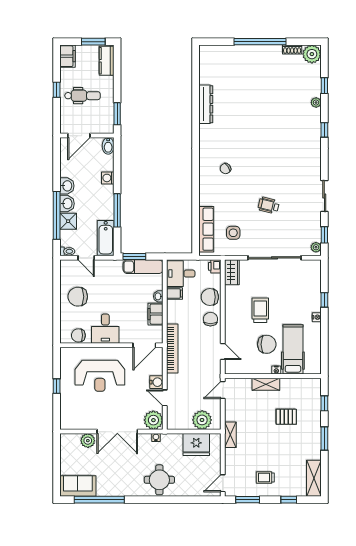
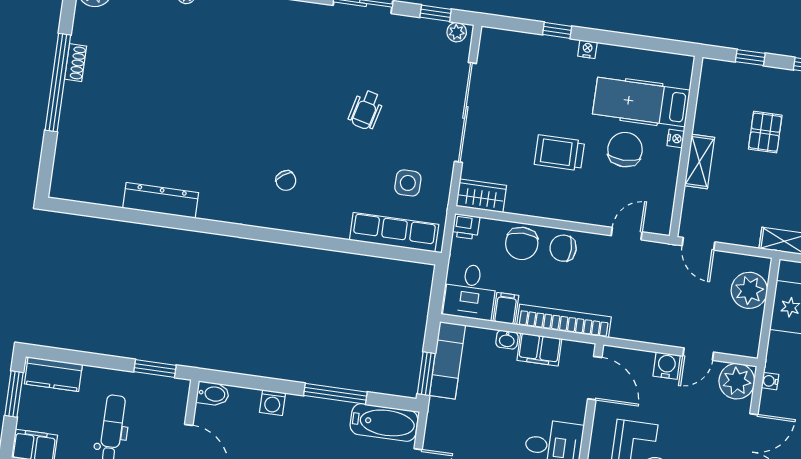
shoe rack: (292, 49) -> (76, 63), moved
bookcase: (172, 348) -> (564, 321), moved

